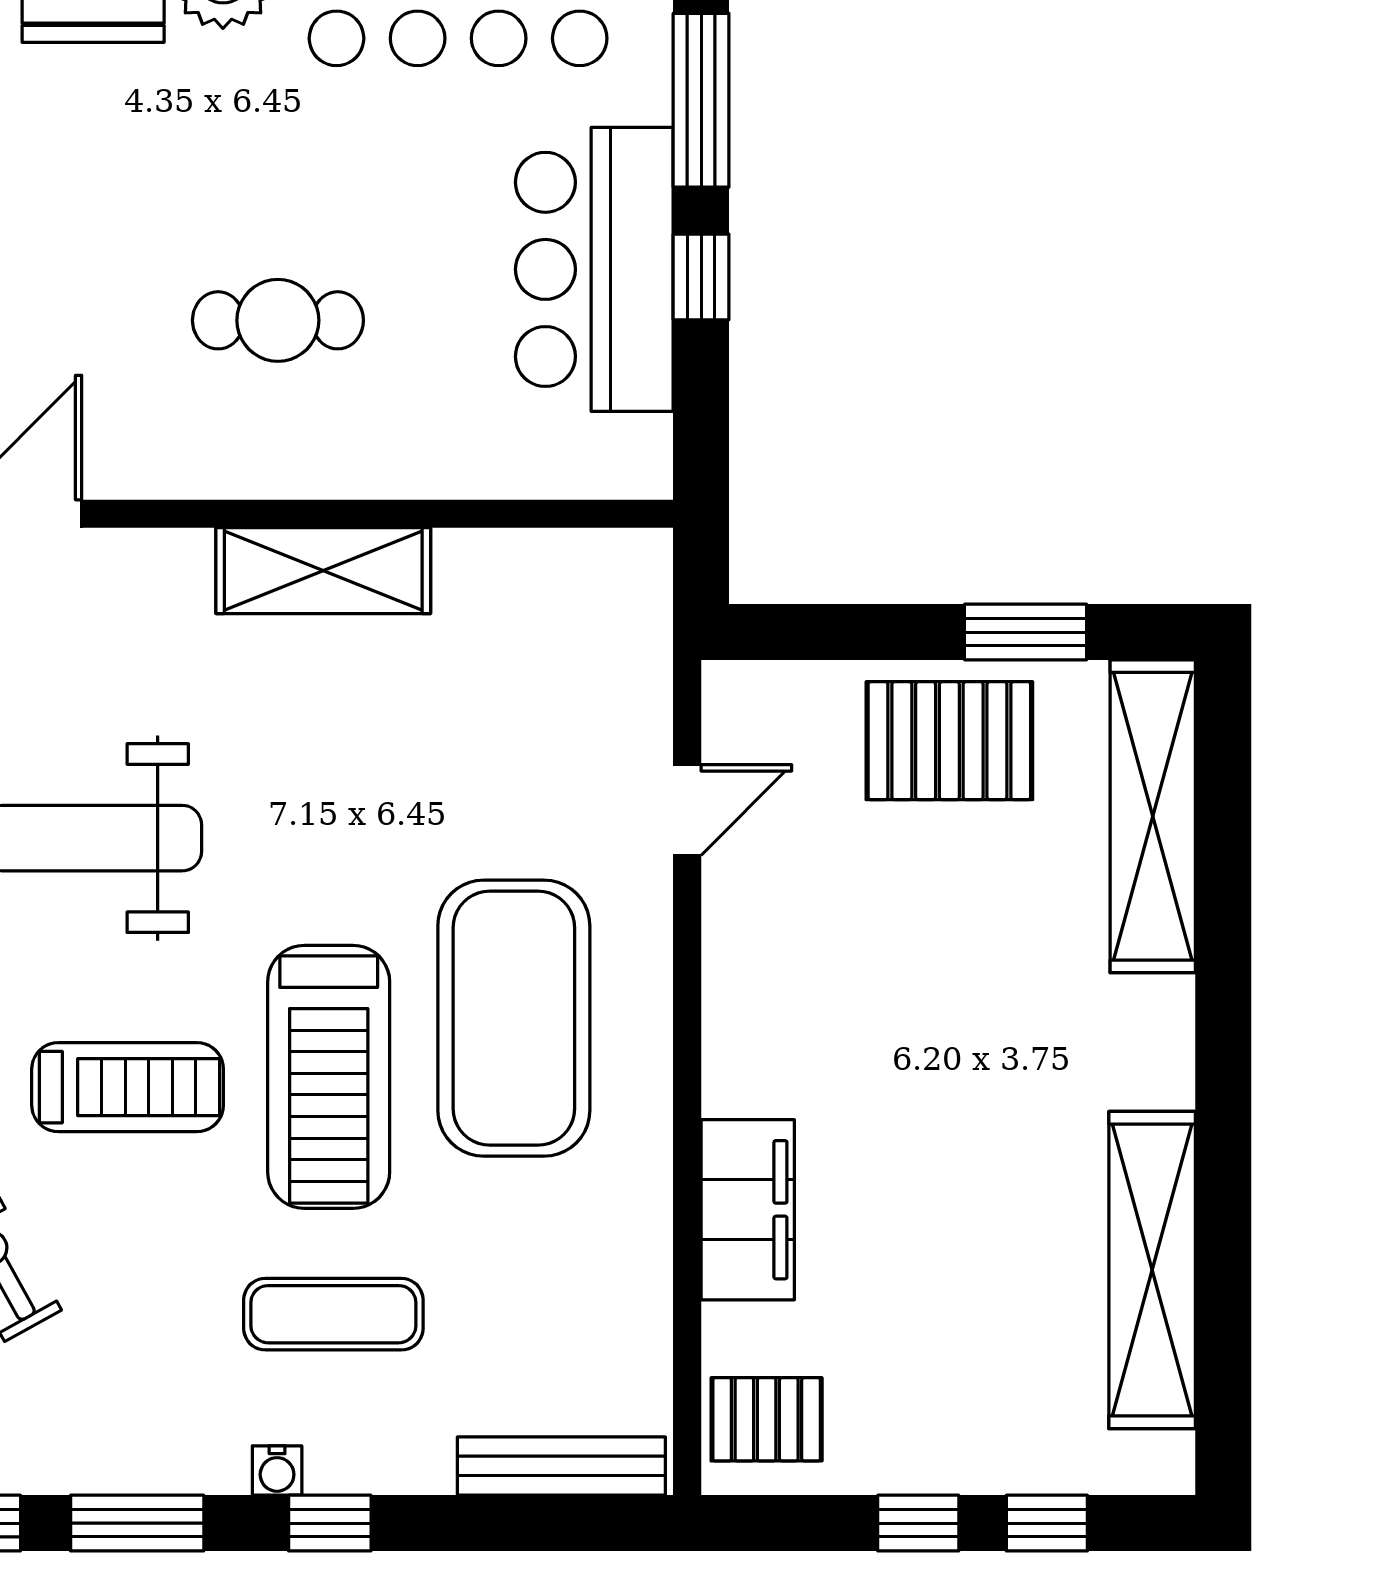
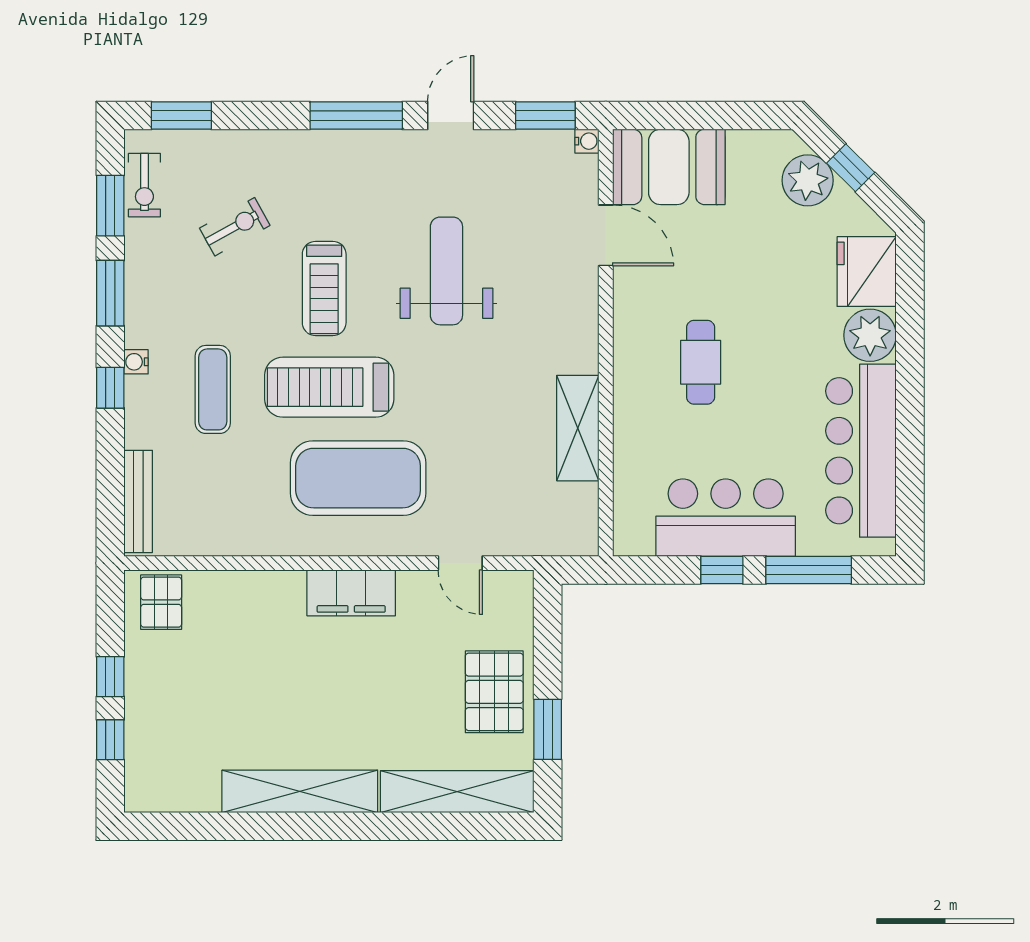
shelving: (323, 571) -> (578, 428), moved
filing cabinet: (748, 1210) -> (351, 593), moved
shelving: (1152, 1270) -> (300, 791), moved

